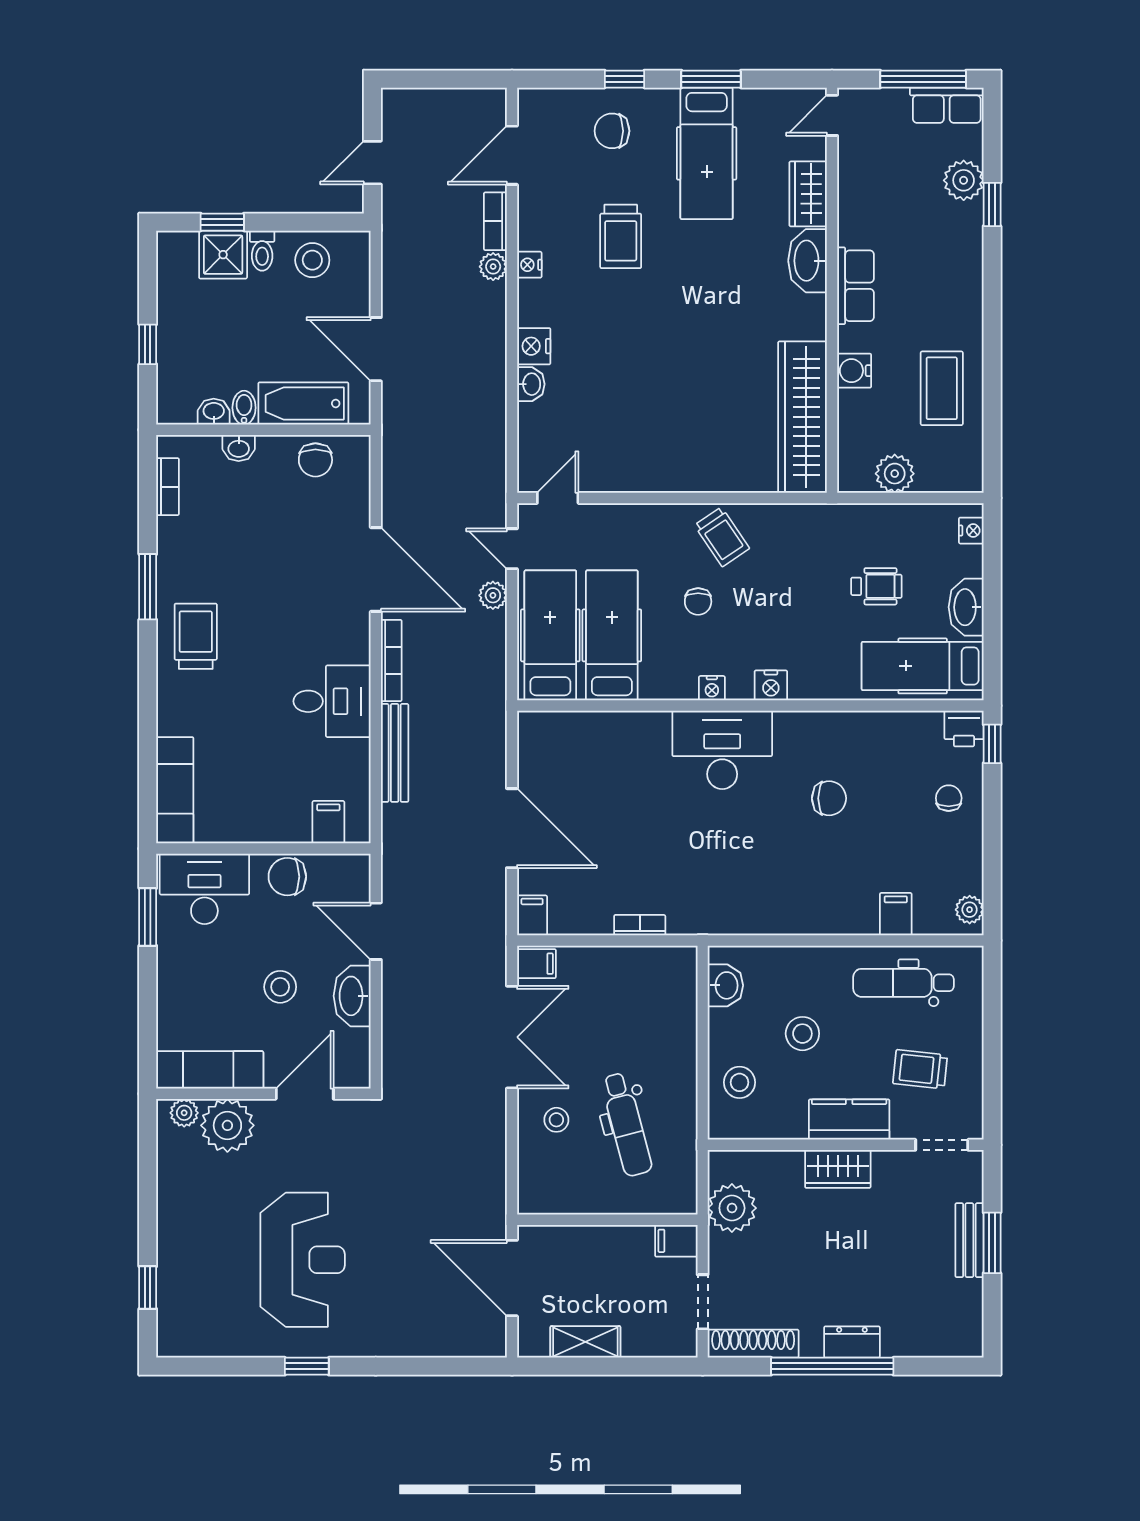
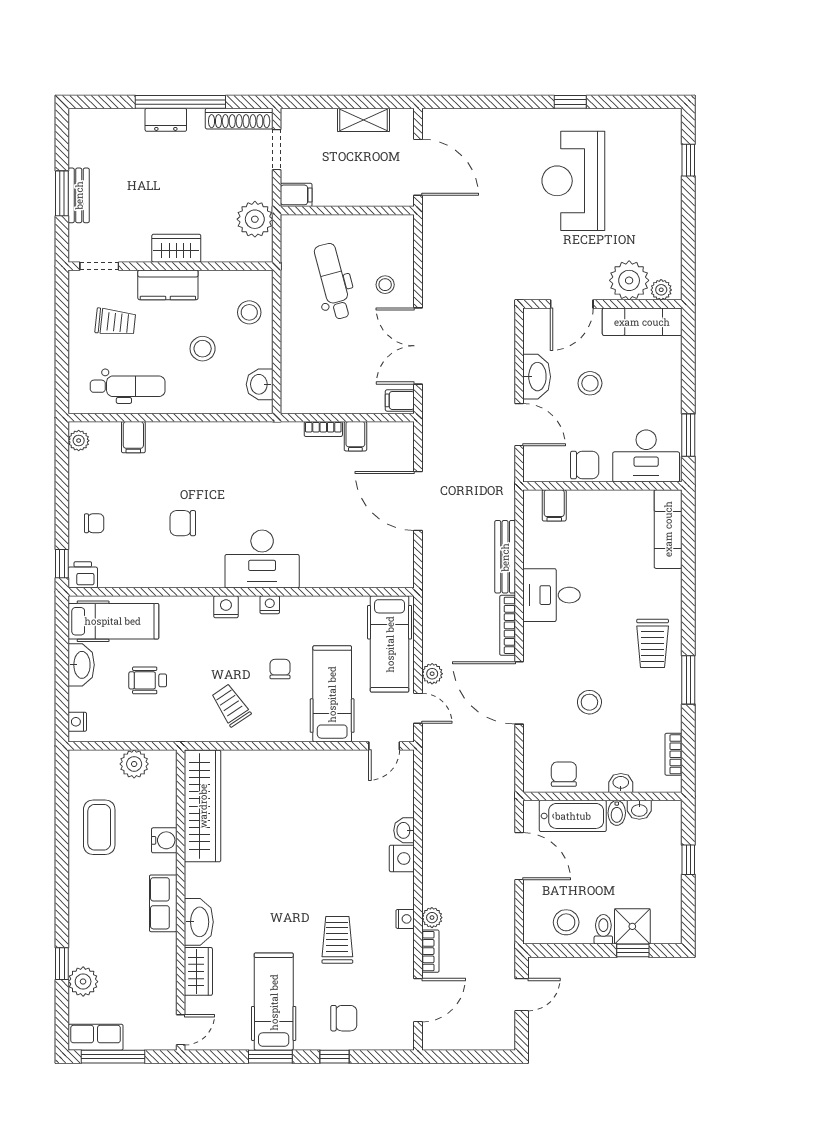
trolley: (722, 537) -> (231, 705), moved
stool: (281, 557) -> (589, 702), added
hospital bed: (612, 635) -> (332, 694), moved, turned 180
chair: (949, 798) -> (94, 523), turned -90
filing cabinet: (532, 915) -> (355, 436), moved

